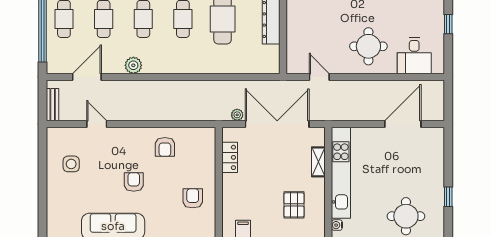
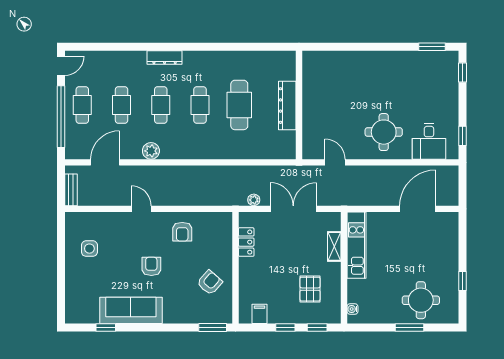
window: (448, 24) -> (463, 136), moved
door: (97, 124) -> (141, 209), moved
double door: (277, 124) -> (293, 209), width x0.73
kitchen unit: (341, 173) -> (356, 245), width x0.73
armchair: (193, 198) -> (210, 283), turned 41

